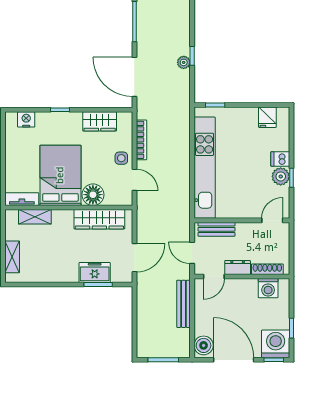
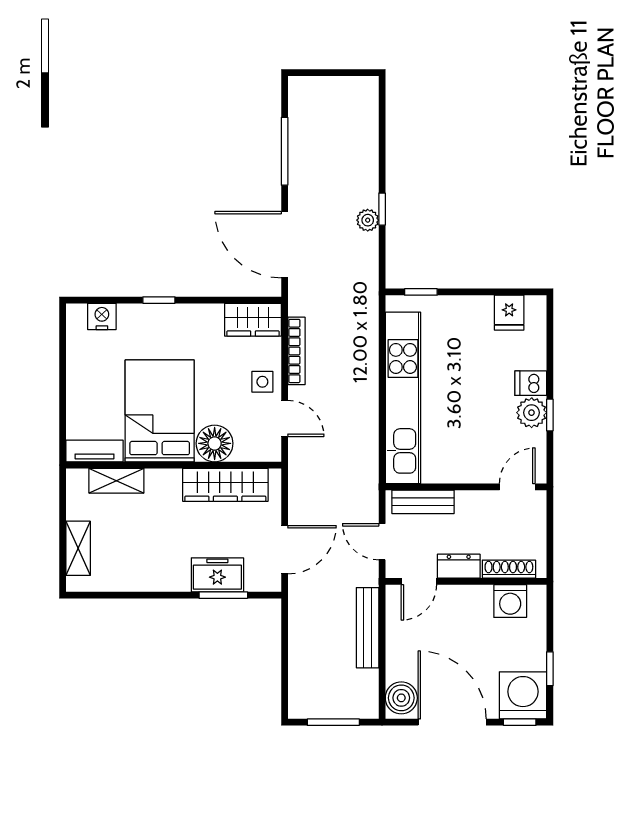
wardrobe: (100, 121) -> (253, 320), moved

